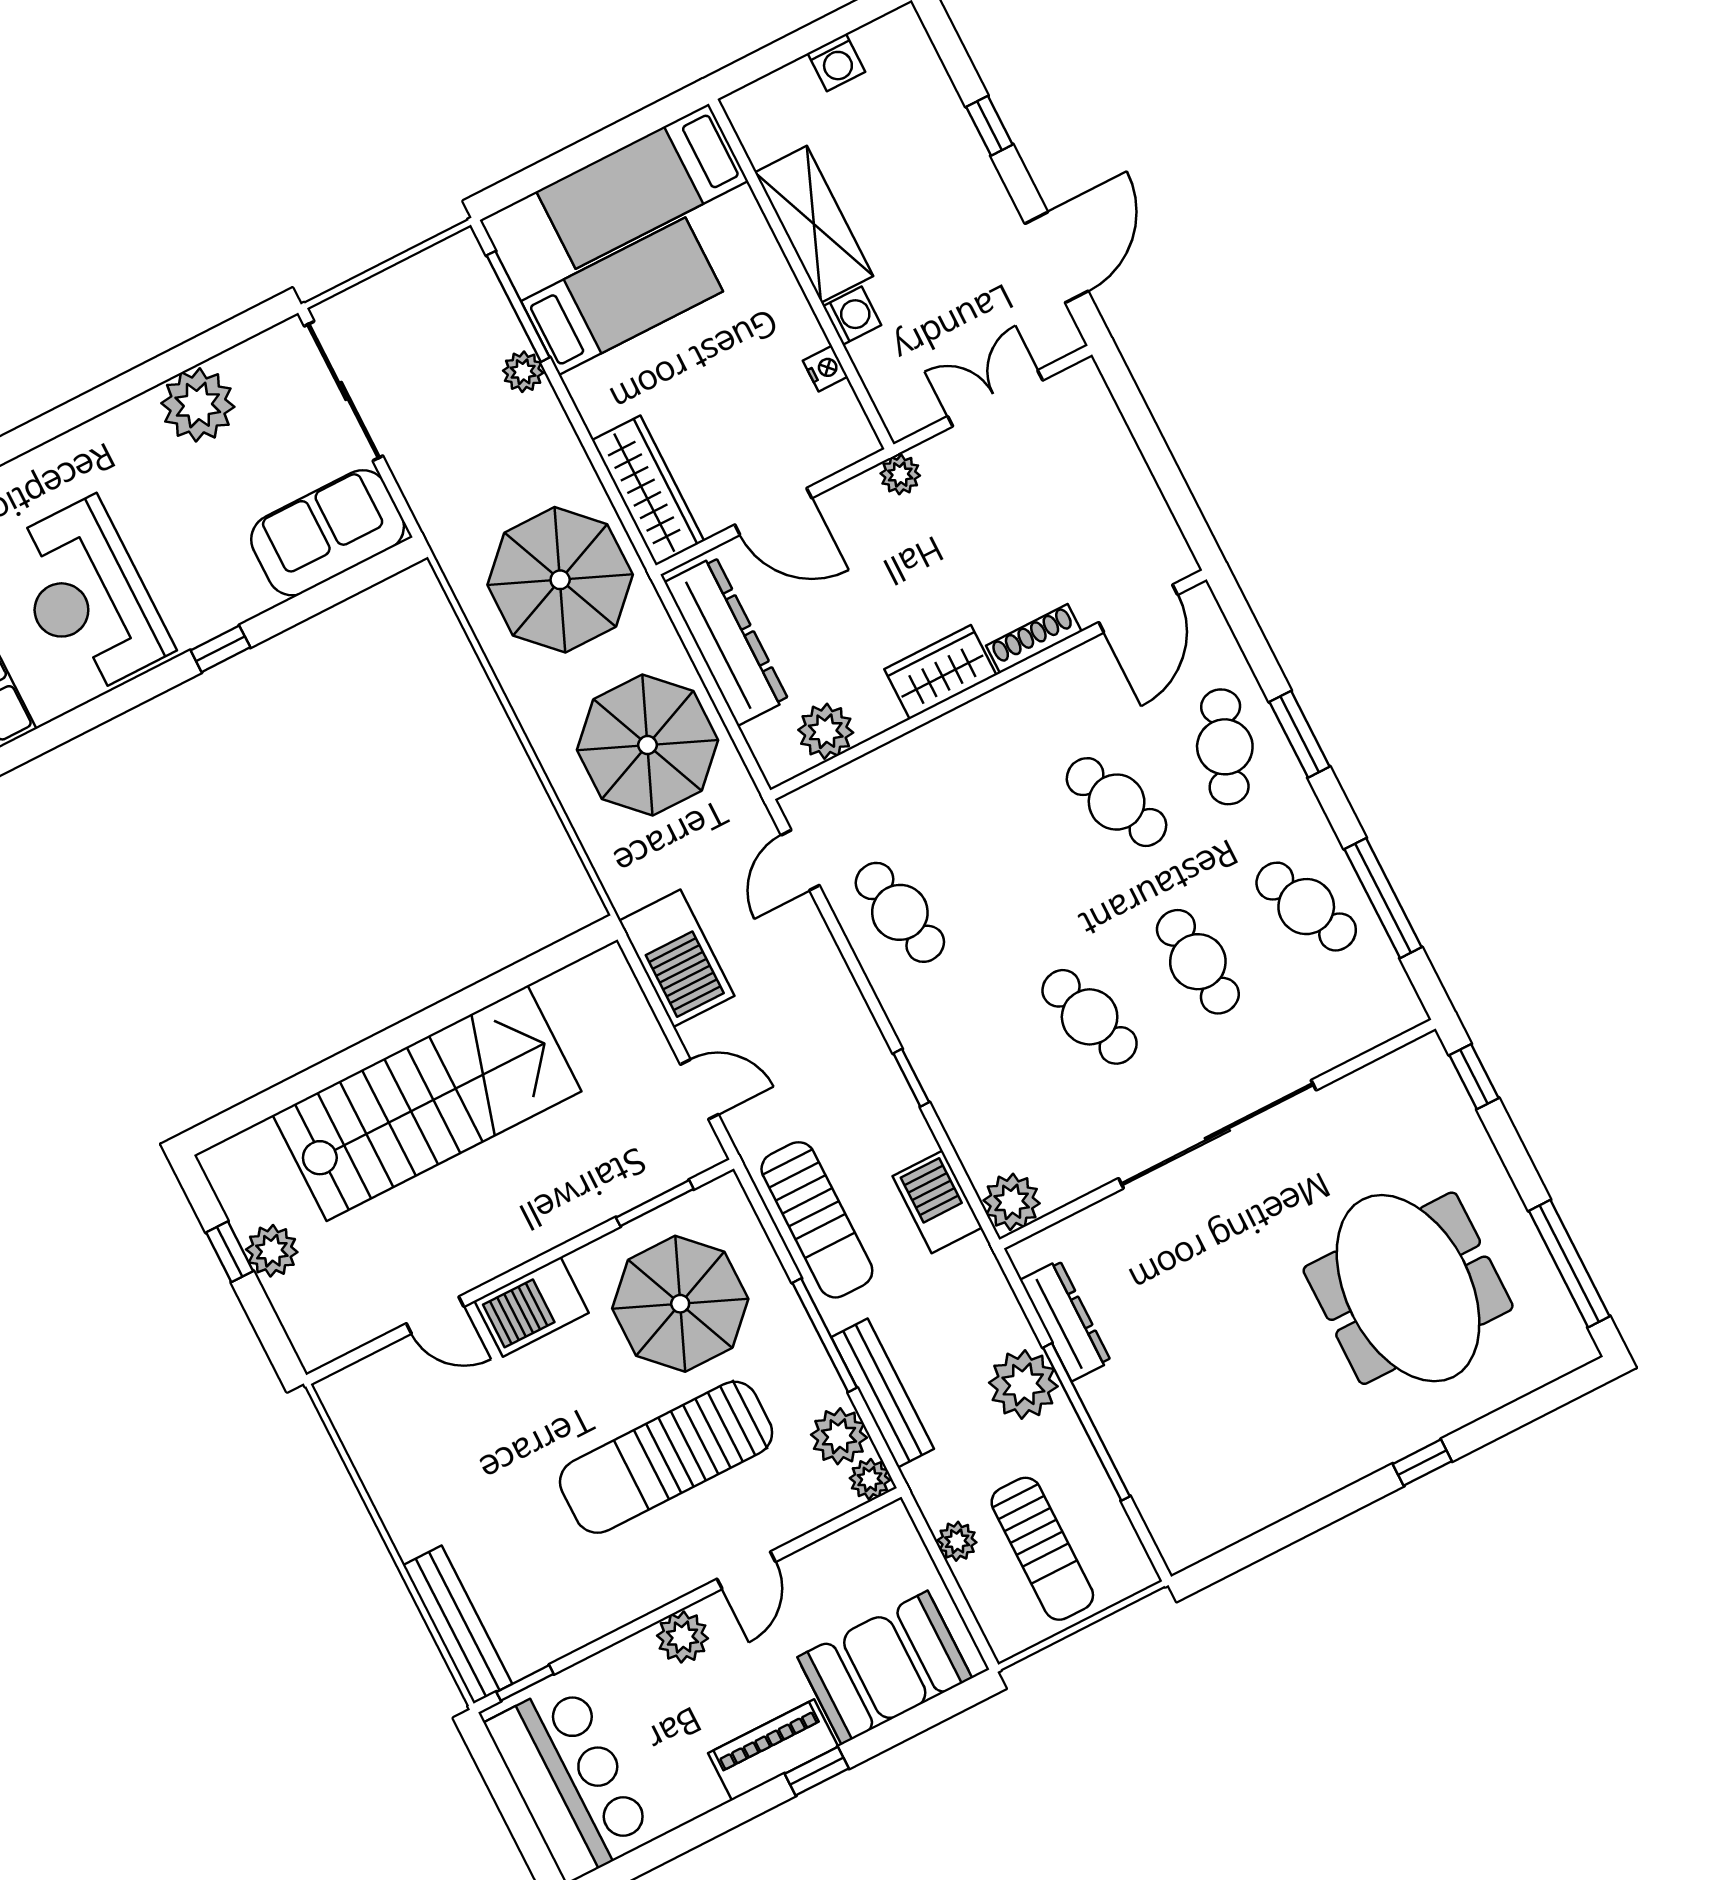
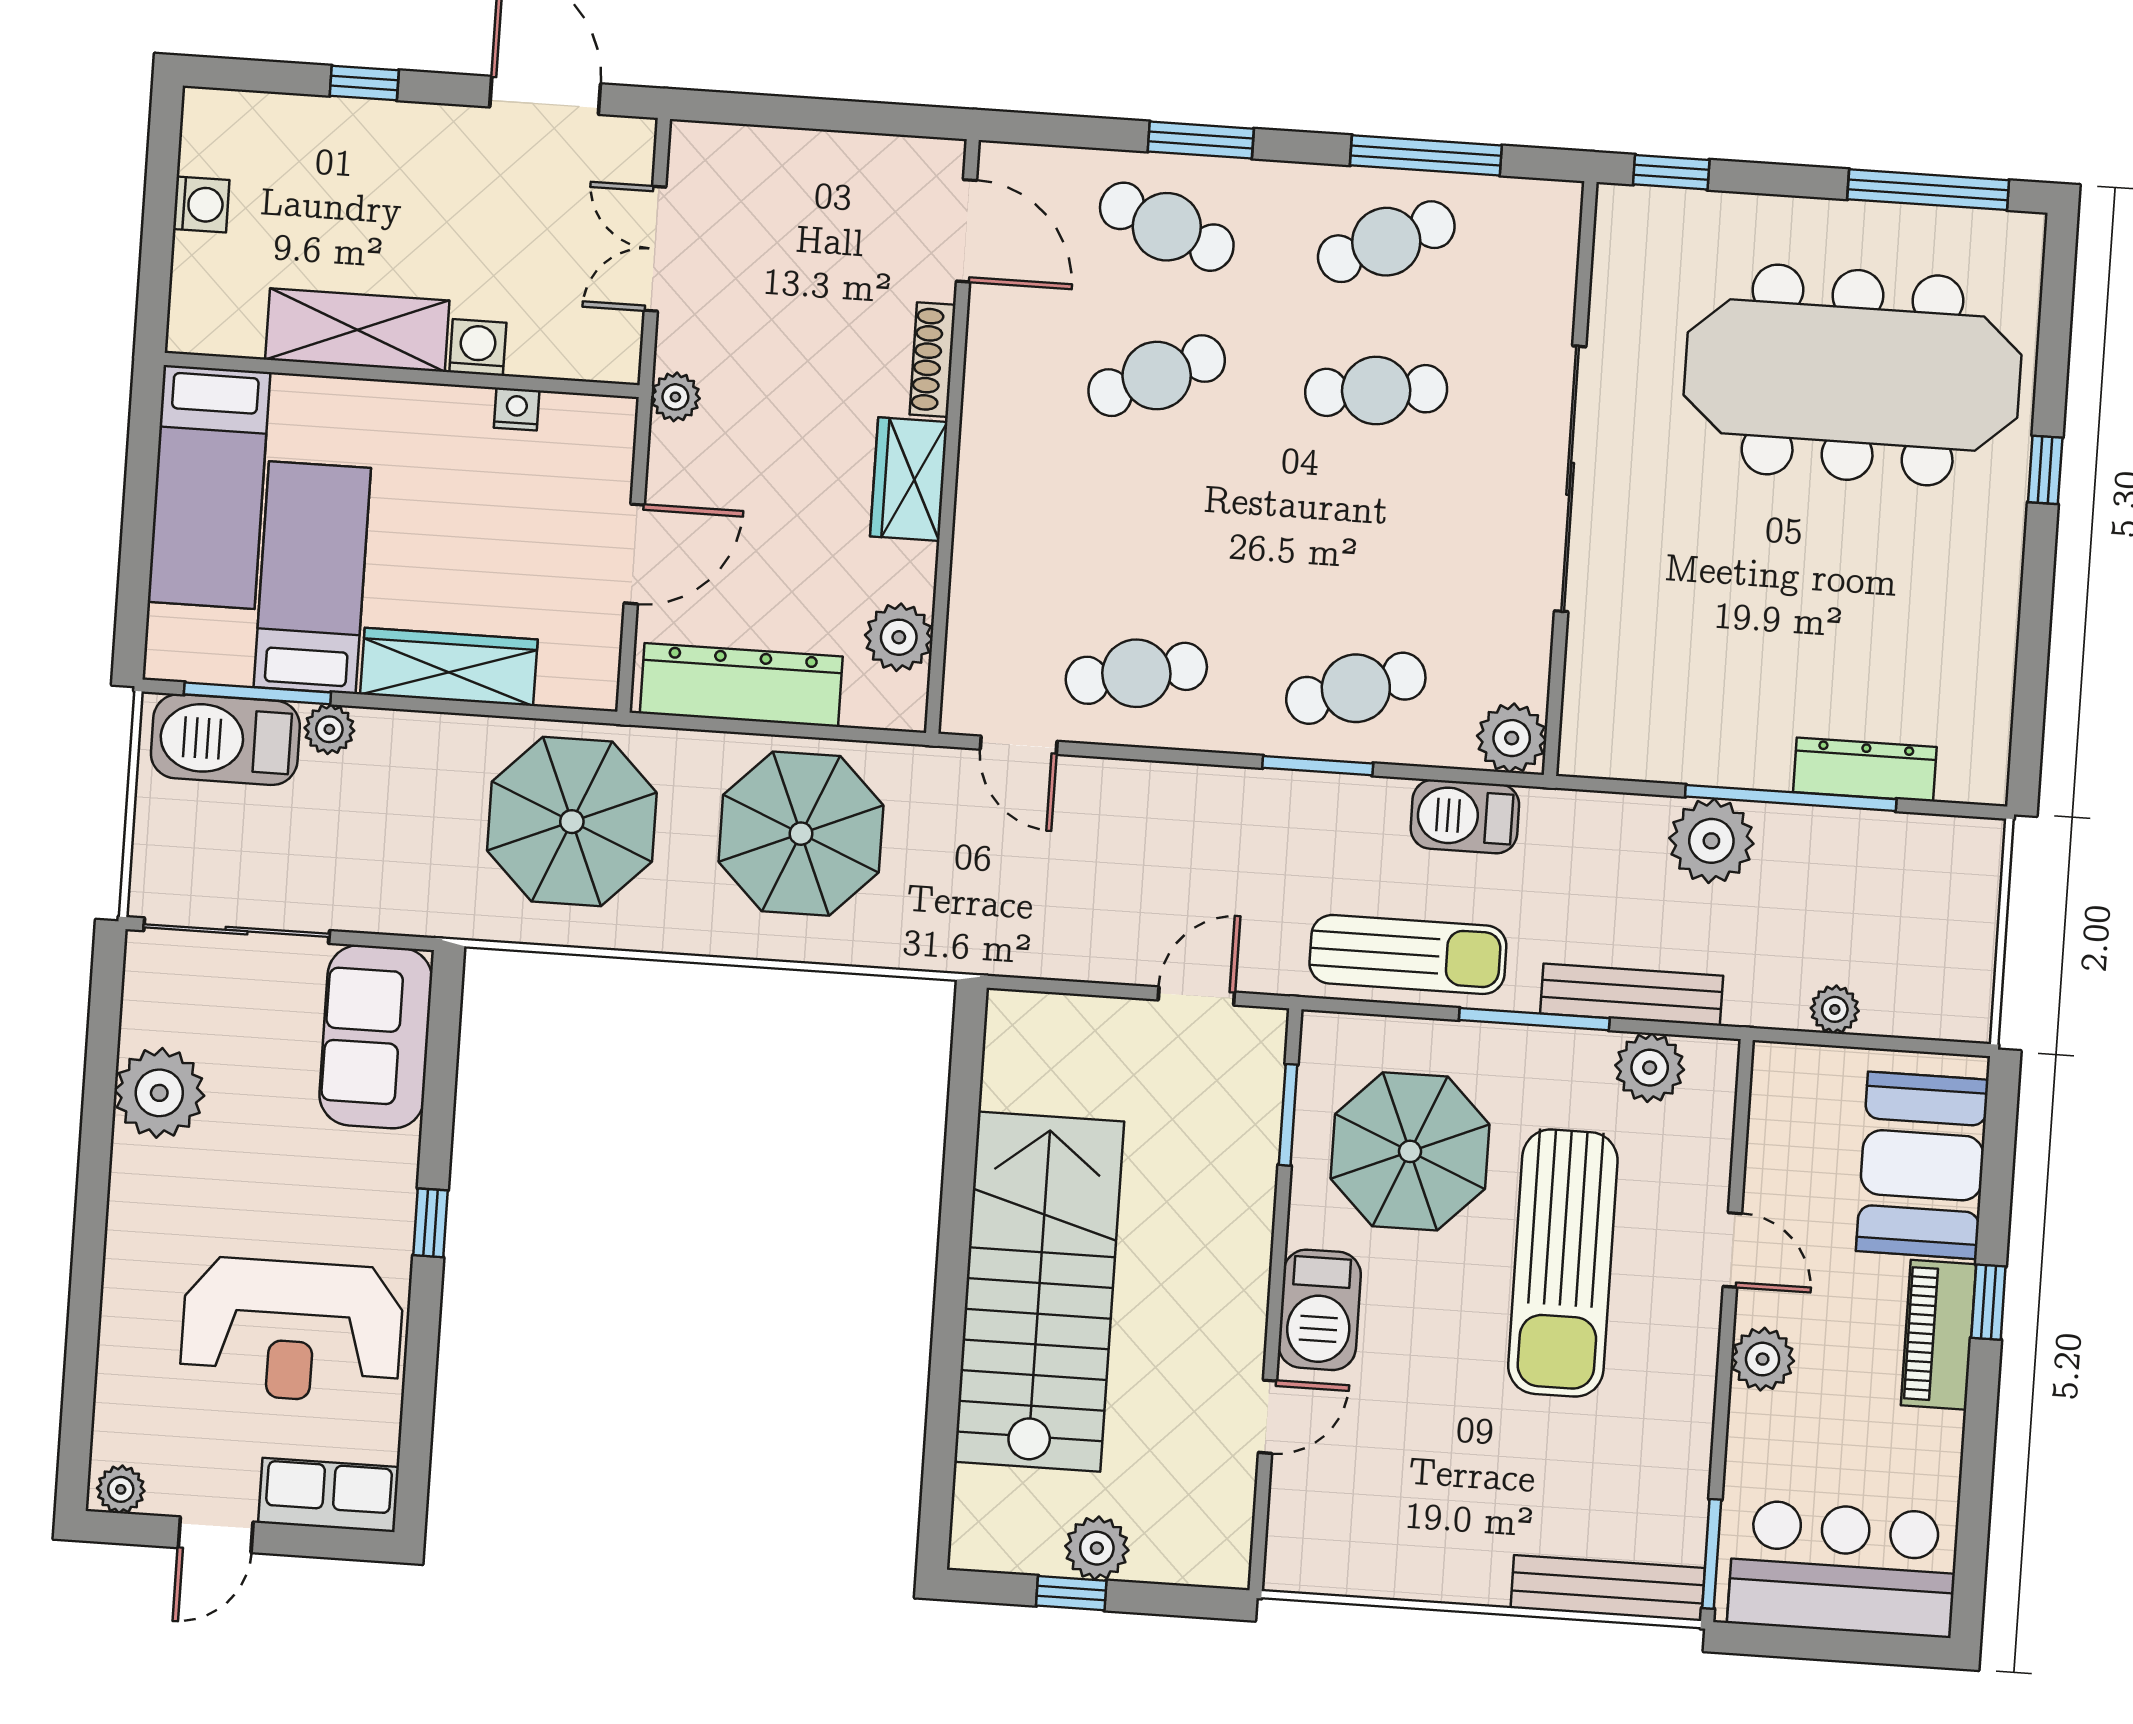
wardrobe: (648, 491) -> (449, 667), moved
barbecue: (677, 958) -> (225, 740), moved, turned 180
cafe table: (1090, 1017) -> (1356, 688), moved
window: (911, 1078) -> (1318, 766), width x1.50
meeting table: (1408, 1288) -> (1853, 375), width x1.36
dresser: (1065, 1321) -> (1865, 769), moved
plant: (870, 1479) -> (1714, 1062), removed
sun lounger: (1042, 1549) -> (1896, 924), removed
window: (525, 1683) -> (1712, 1554), width x1.50

